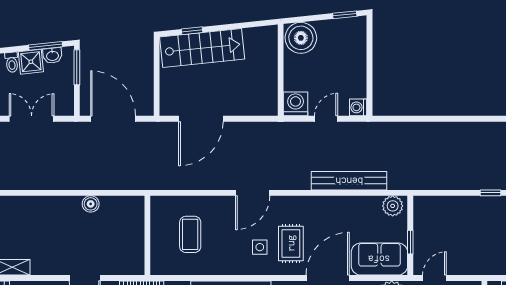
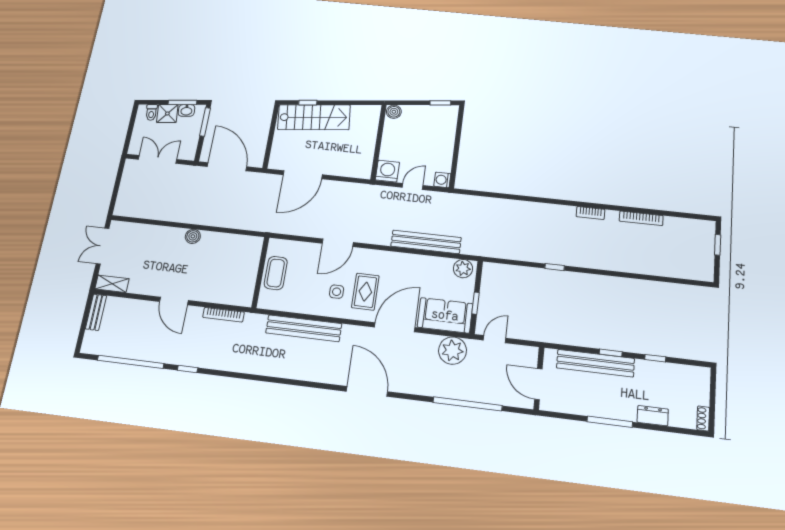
boiler: (301, 38) -> (394, 112), width x0.54, depth x0.54
wall: (147, 235) -> (260, 272), moved

